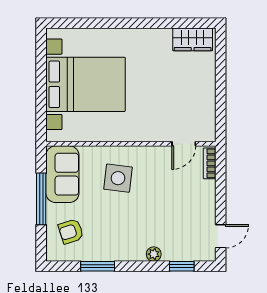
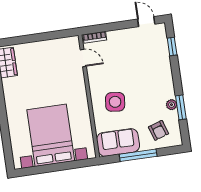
plant: (154, 254) -> (172, 105), moved

